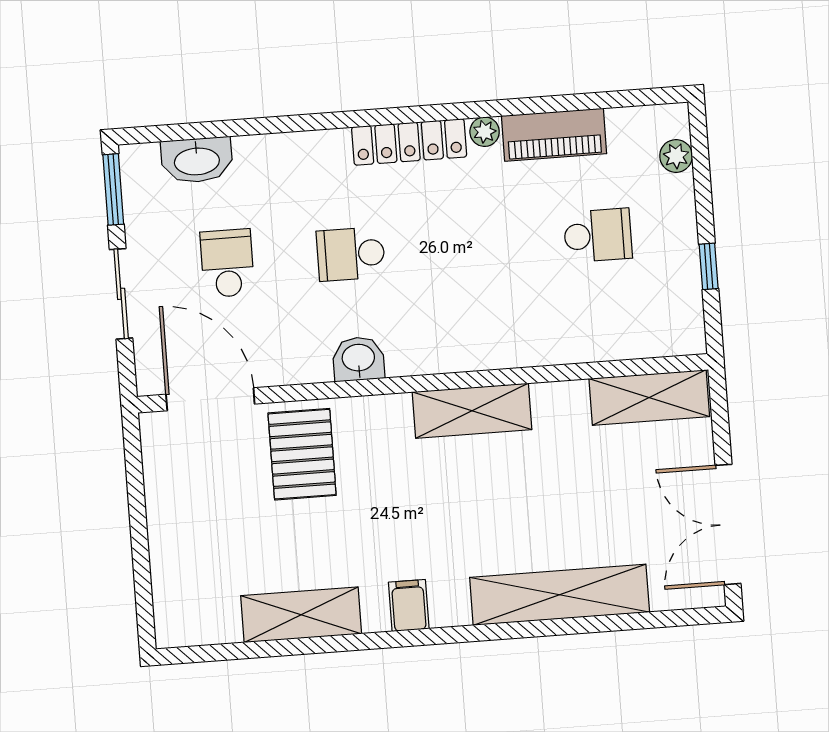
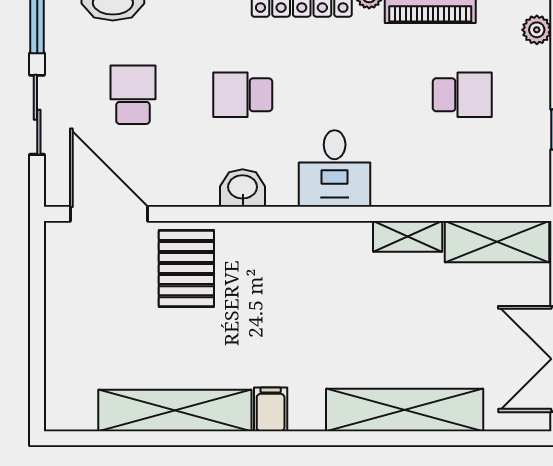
desk: (460, 329) -> (335, 169), added
shelving: (472, 411) -> (408, 236), moved, width x0.67, depth x0.75
shelving: (301, 615) -> (175, 410), width x1.47

